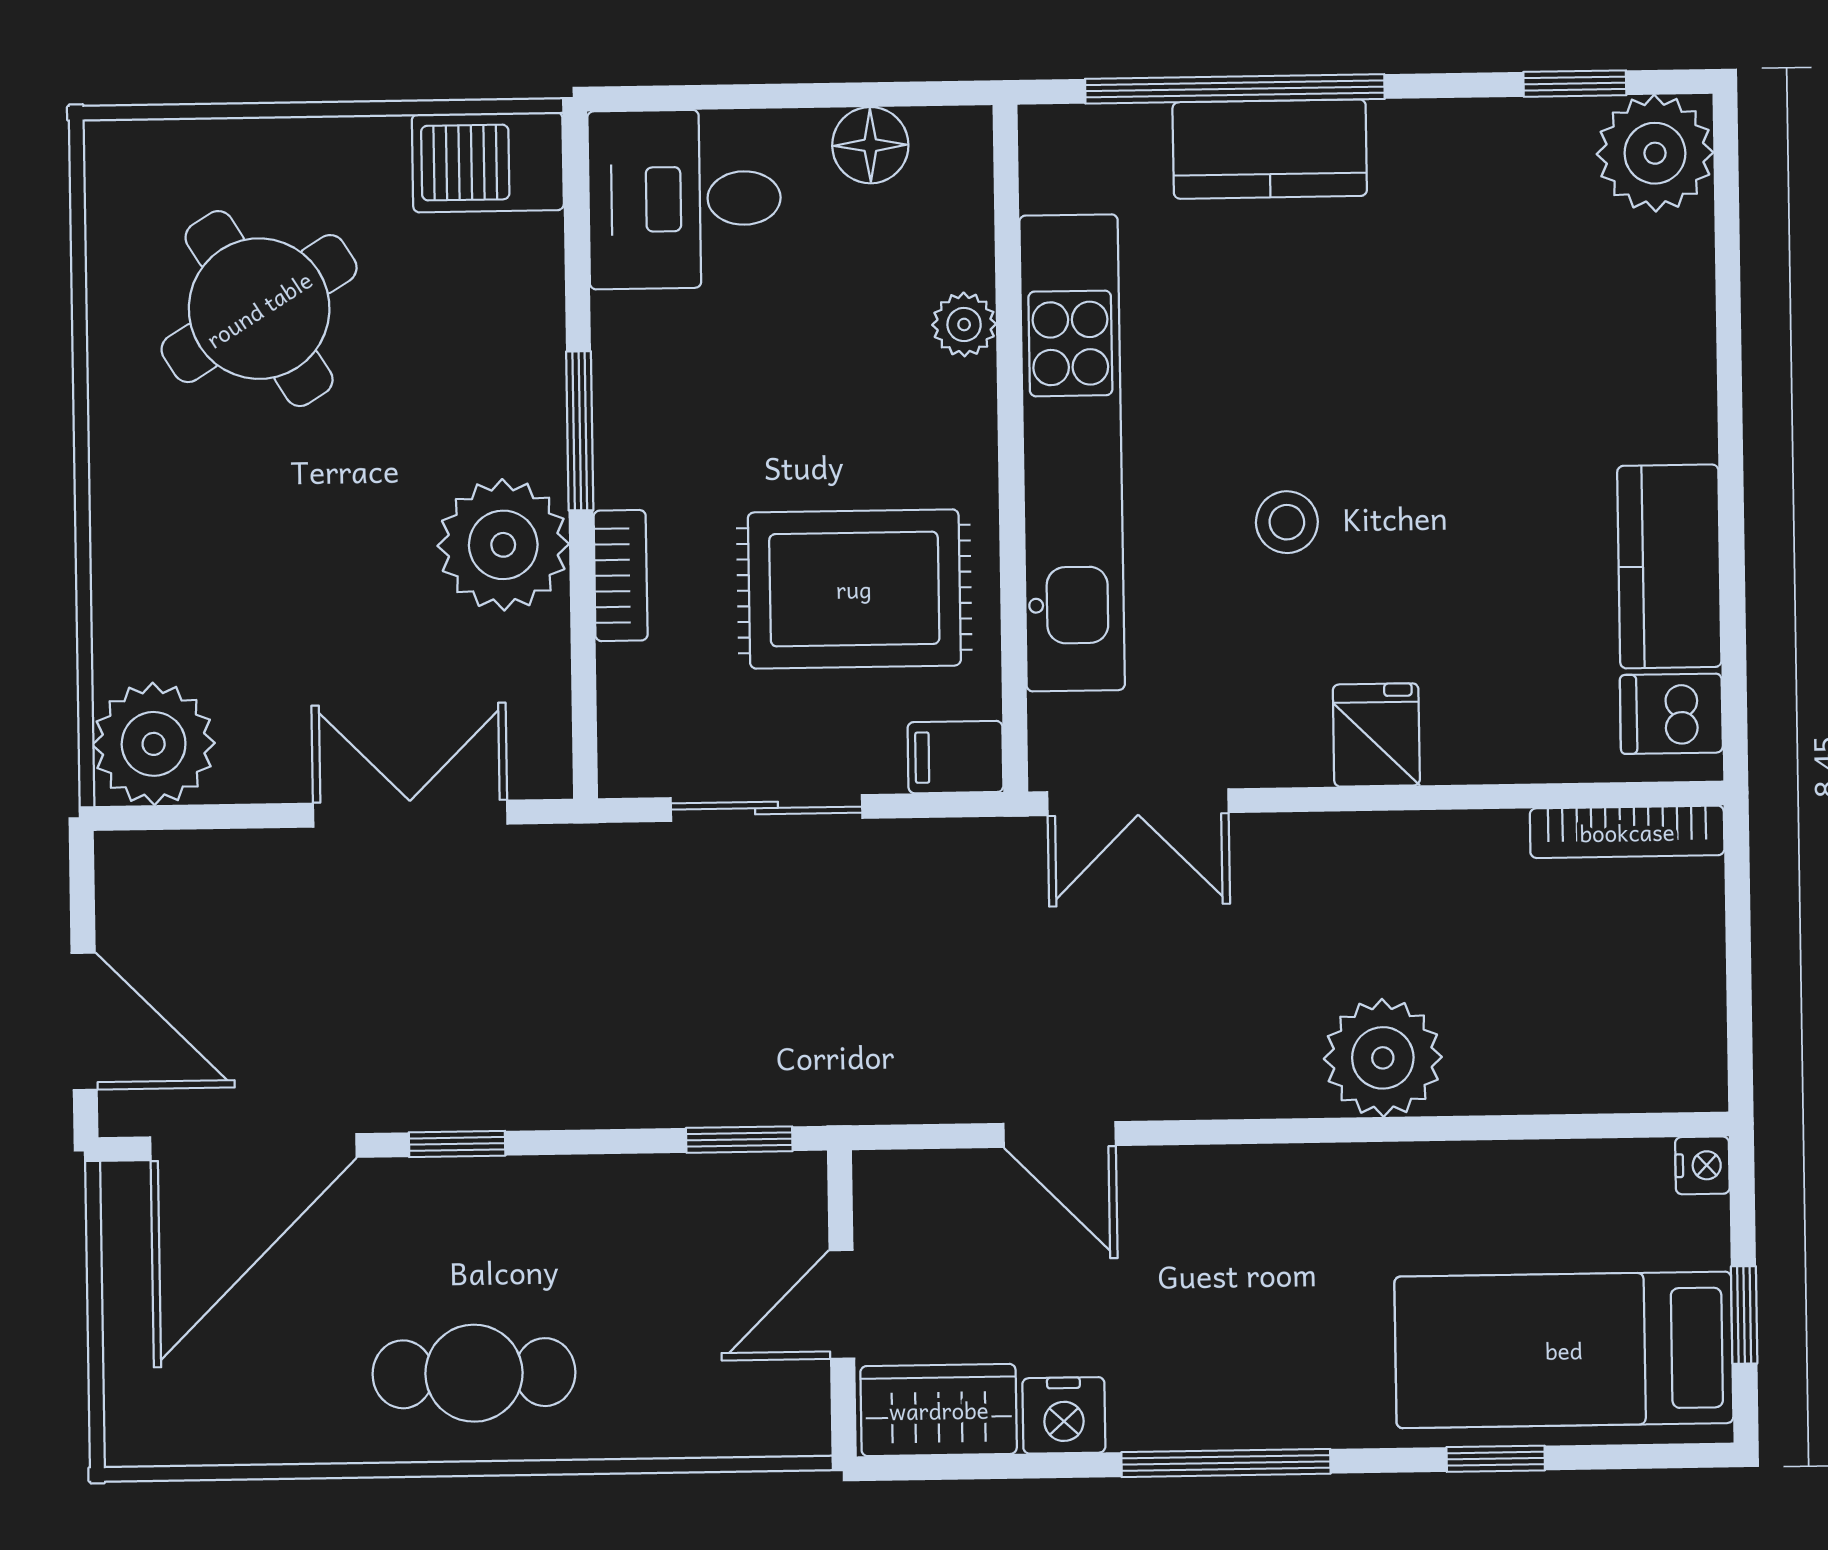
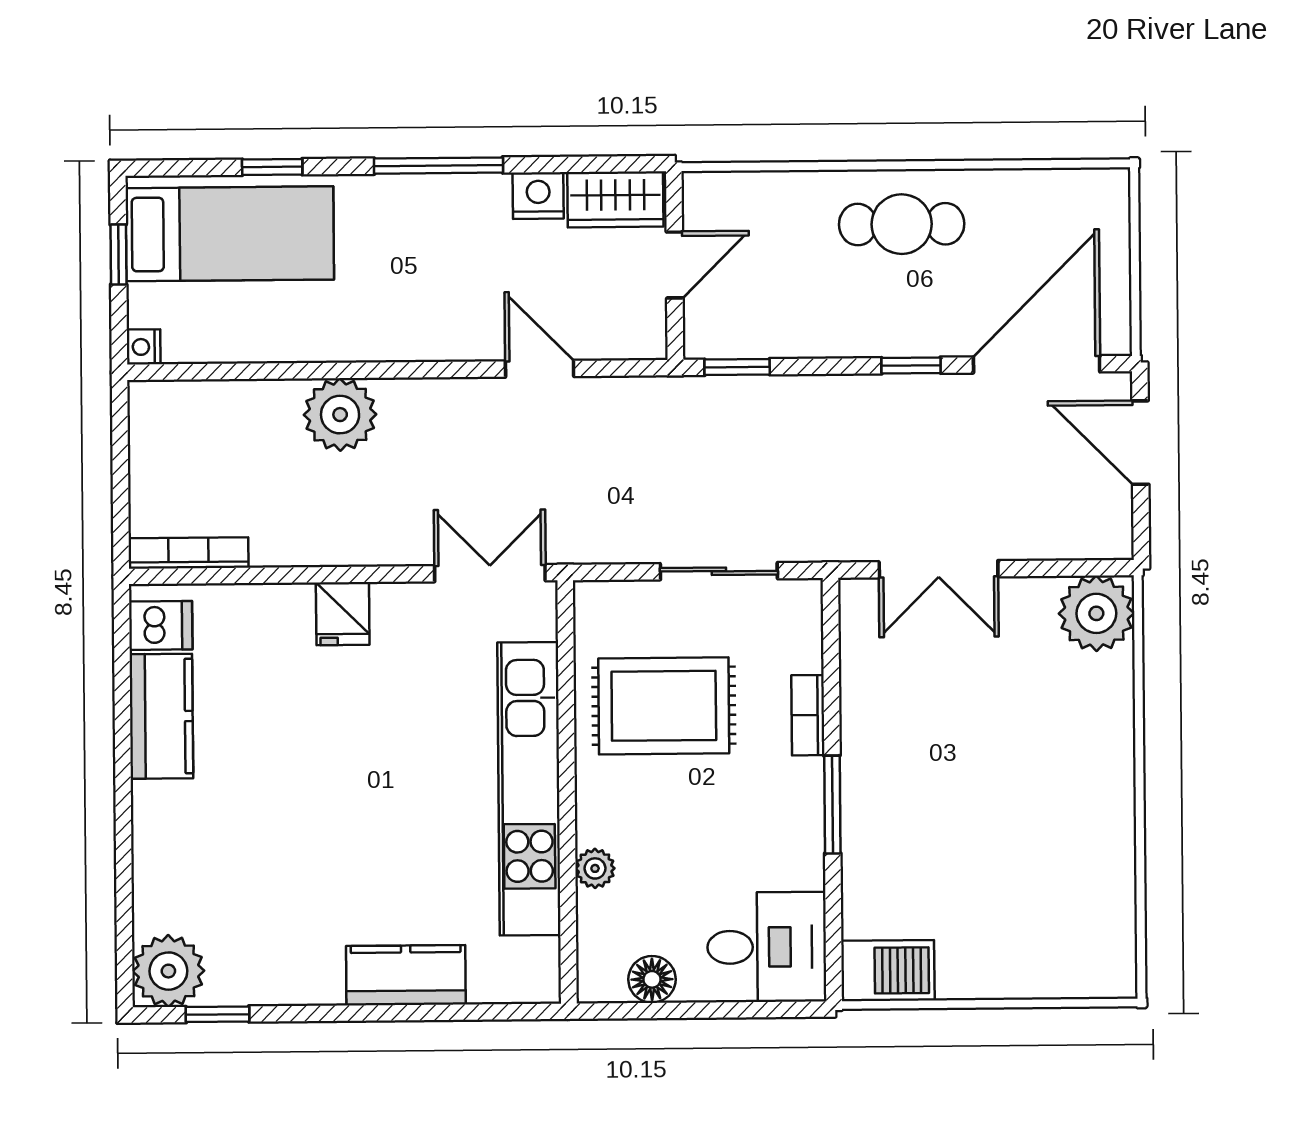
window: (1235, 89) -> (427, 1012), removed
round table: (259, 309) -> (1029, 881), removed
stool: (1287, 522) -> (397, 745), removed
plant: (503, 545) -> (880, 735), removed
filing cabinet: (955, 757) -> (602, 602), removed

